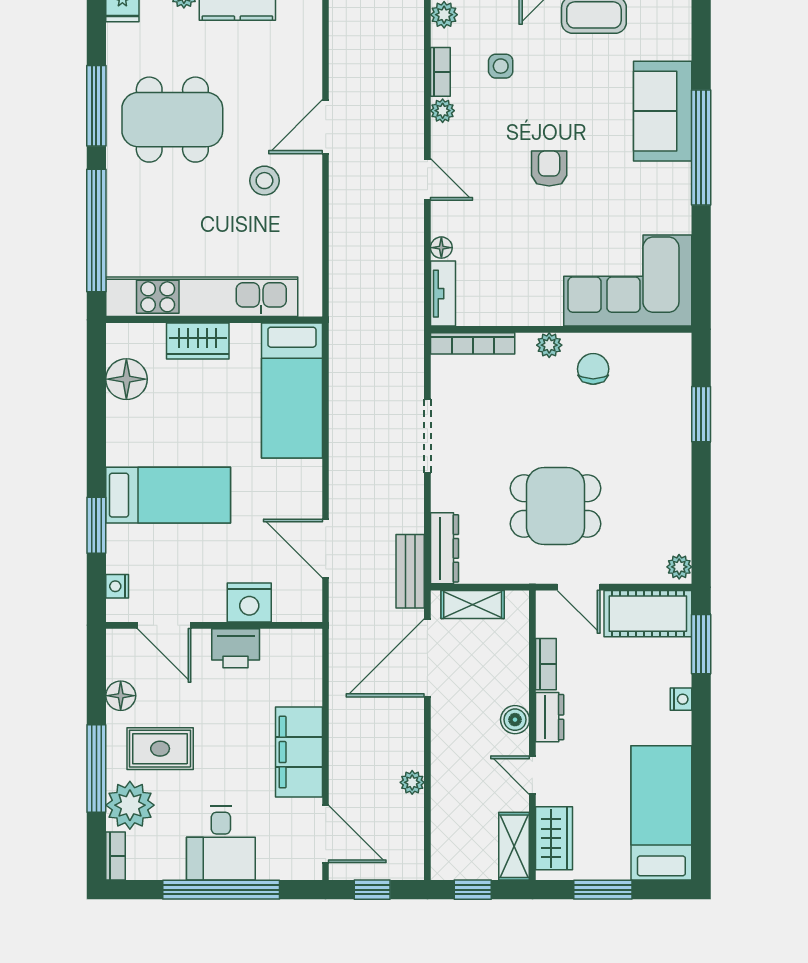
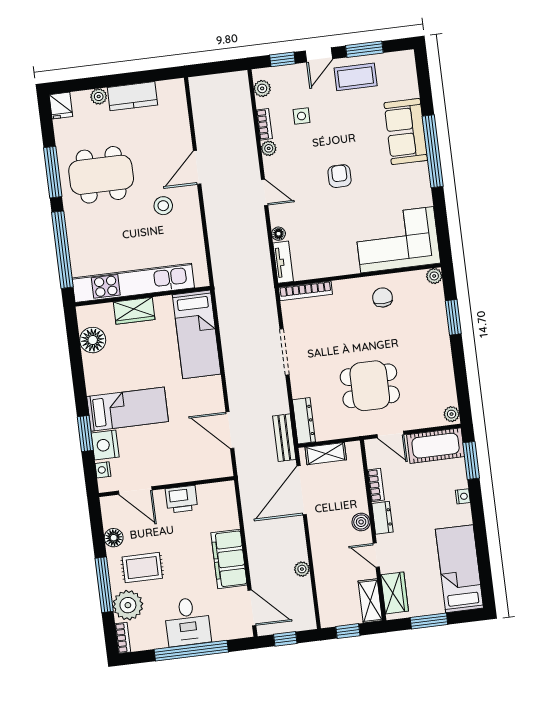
plant: (549, 345) -> (434, 276), moved
nightstand: (249, 603) -> (105, 445), moved, turned 90

